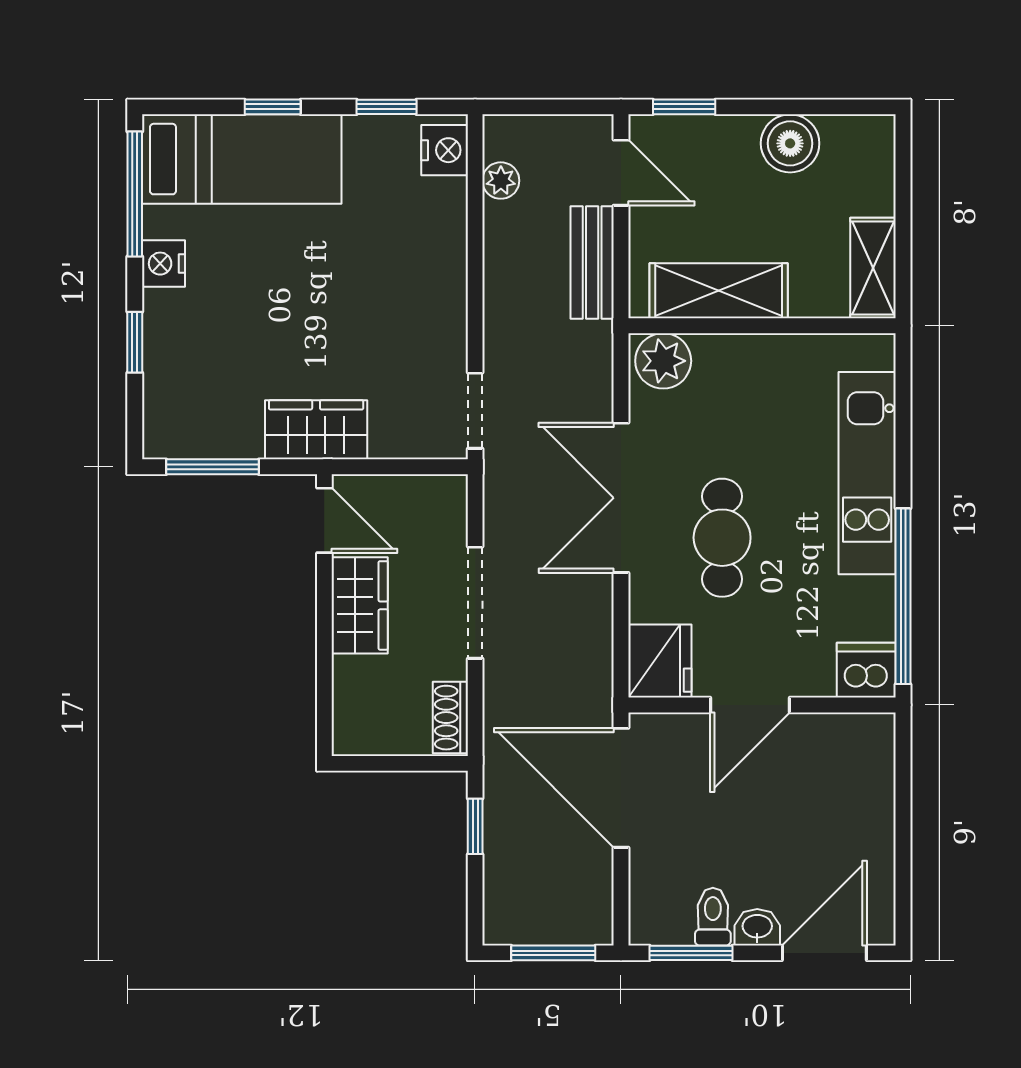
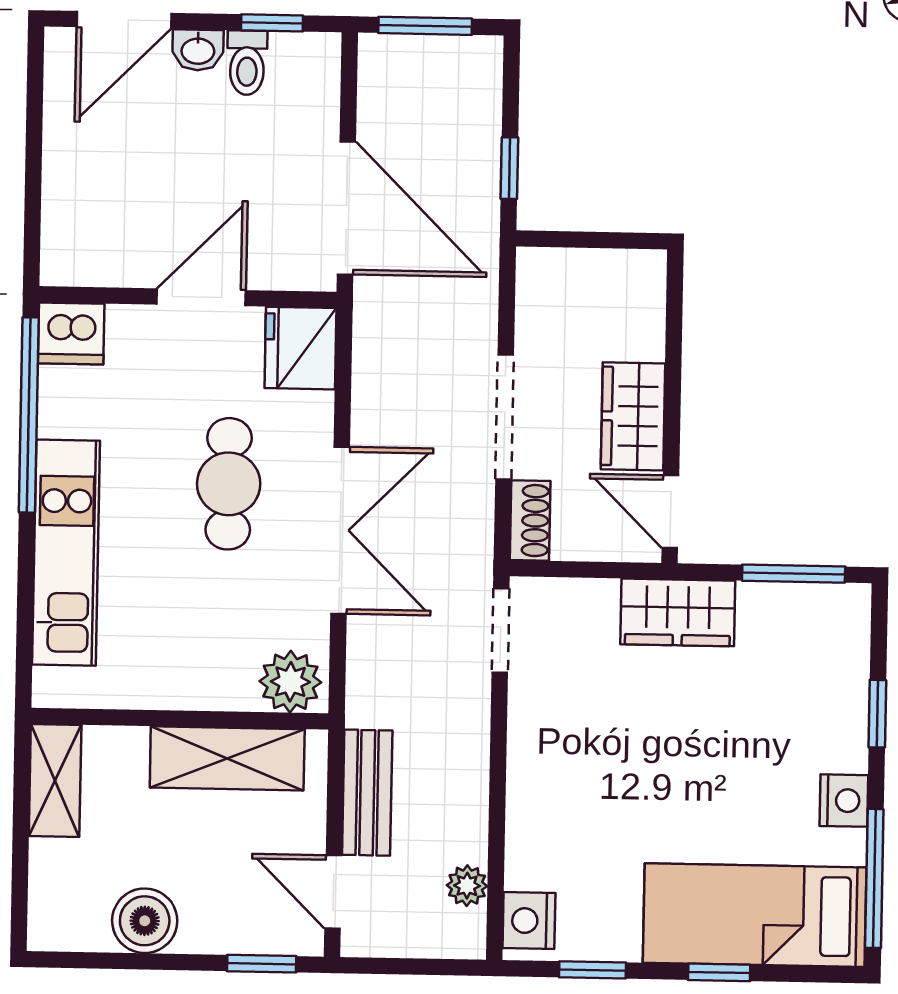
shoe rack: (450, 718) -> (530, 520), moved
window: (691, 953) -> (272, 23), width x0.67

